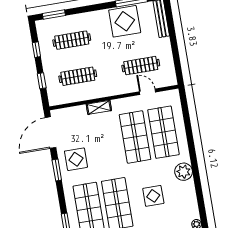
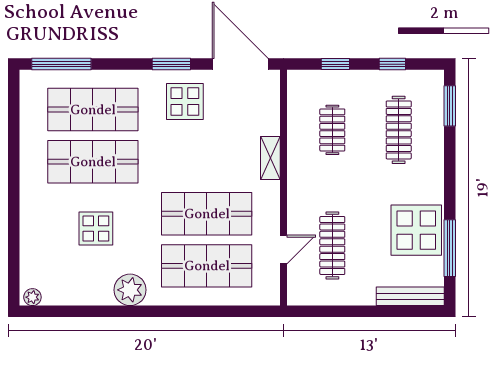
clothes rail: (78, 76) -> (332, 130), width x0.73

